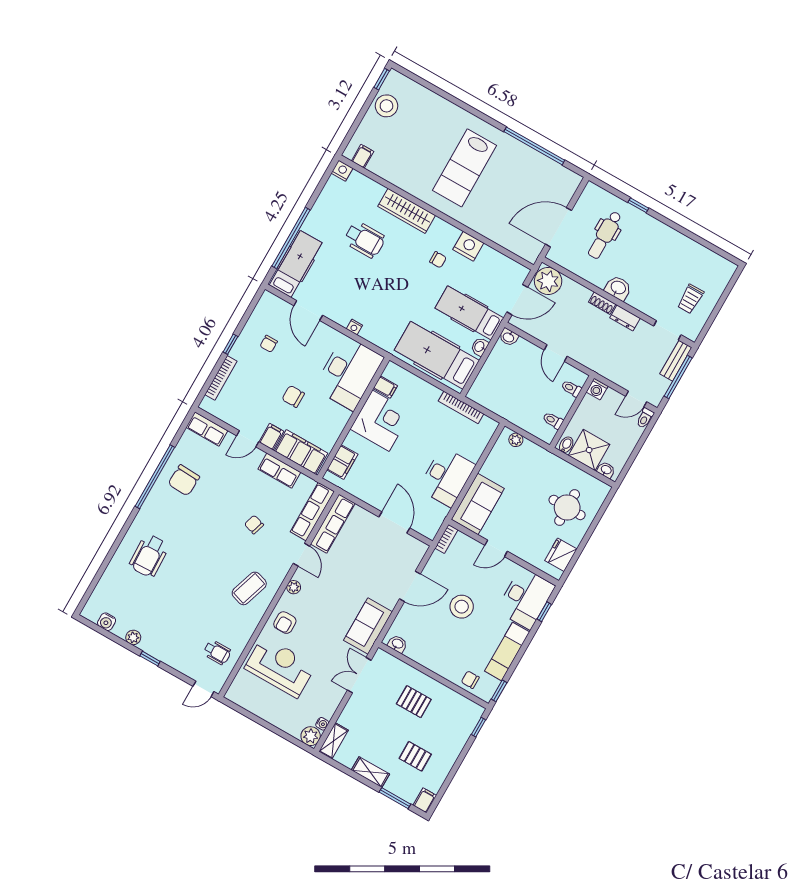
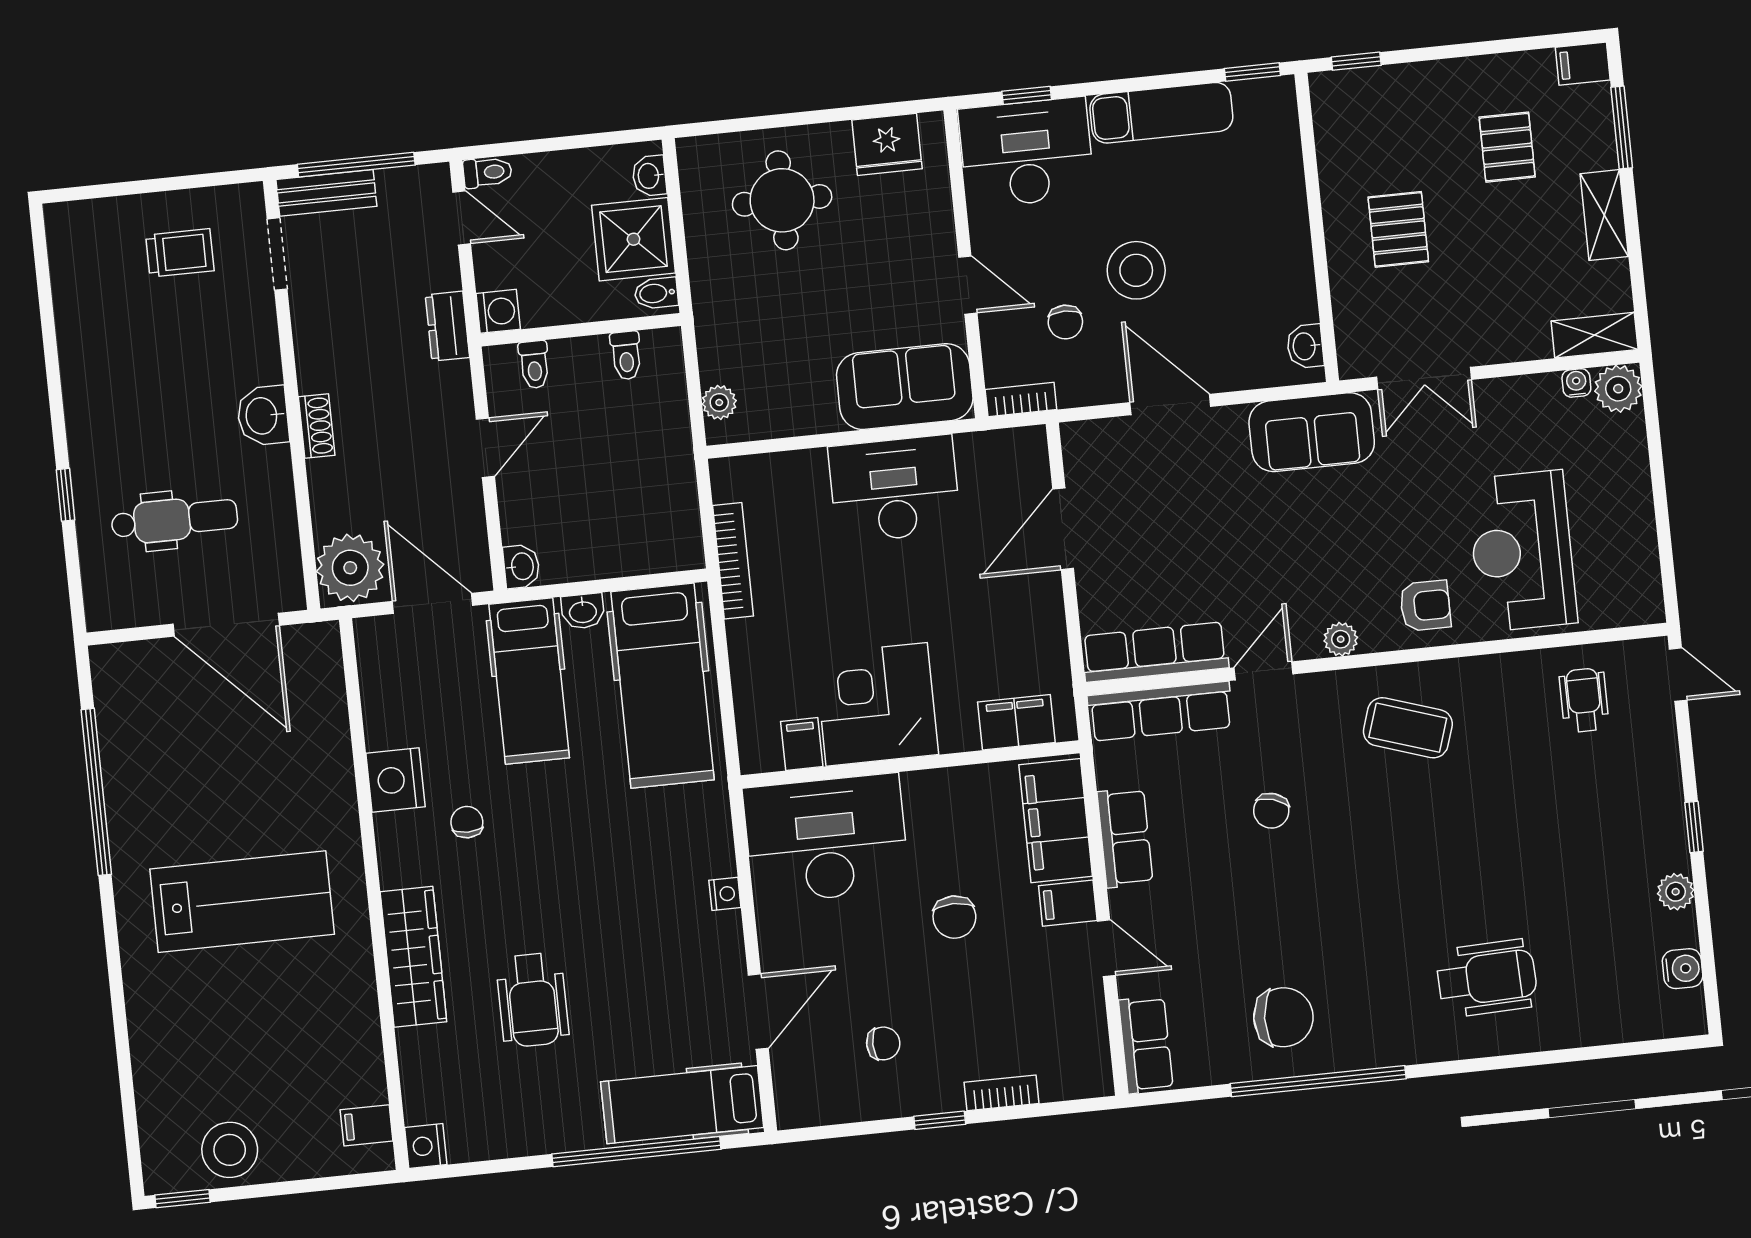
wheelchair: (365, 240) -> (532, 1000), turned 180
dresser: (625, 318) -> (447, 326), moved, turned 180
bookcase: (221, 378) -> (1001, 1093), width x0.64
chair: (470, 680) -> (1065, 322), moved

